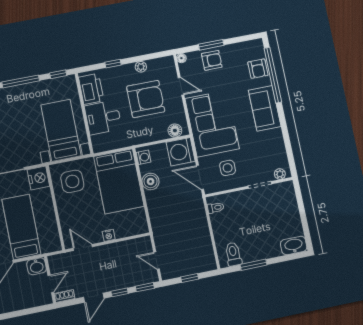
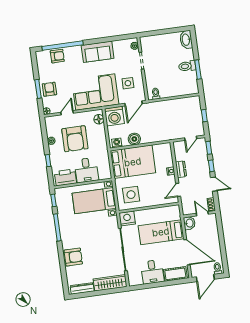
armchair: (146, 99) -> (75, 139), turned 180
sofa: (265, 108) -> (98, 52), moved
dresser: (112, 250) -> (181, 169), added
toilet: (233, 254) -> (187, 66), moved

